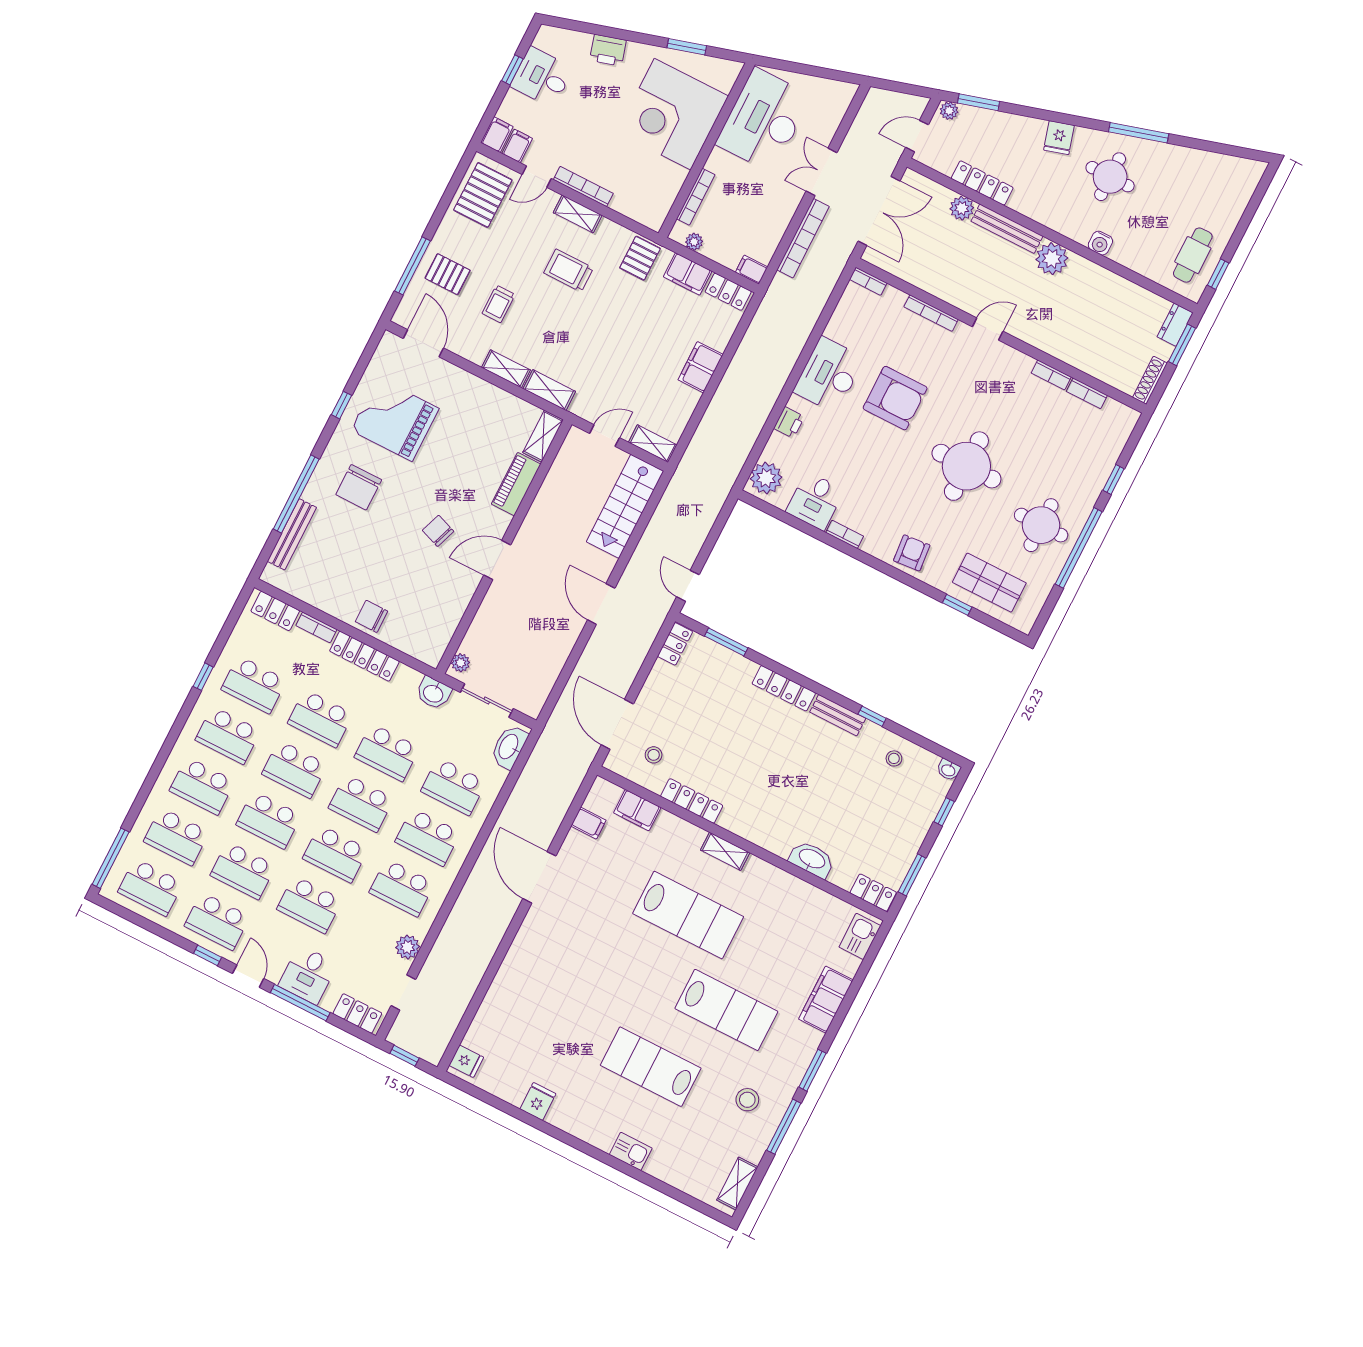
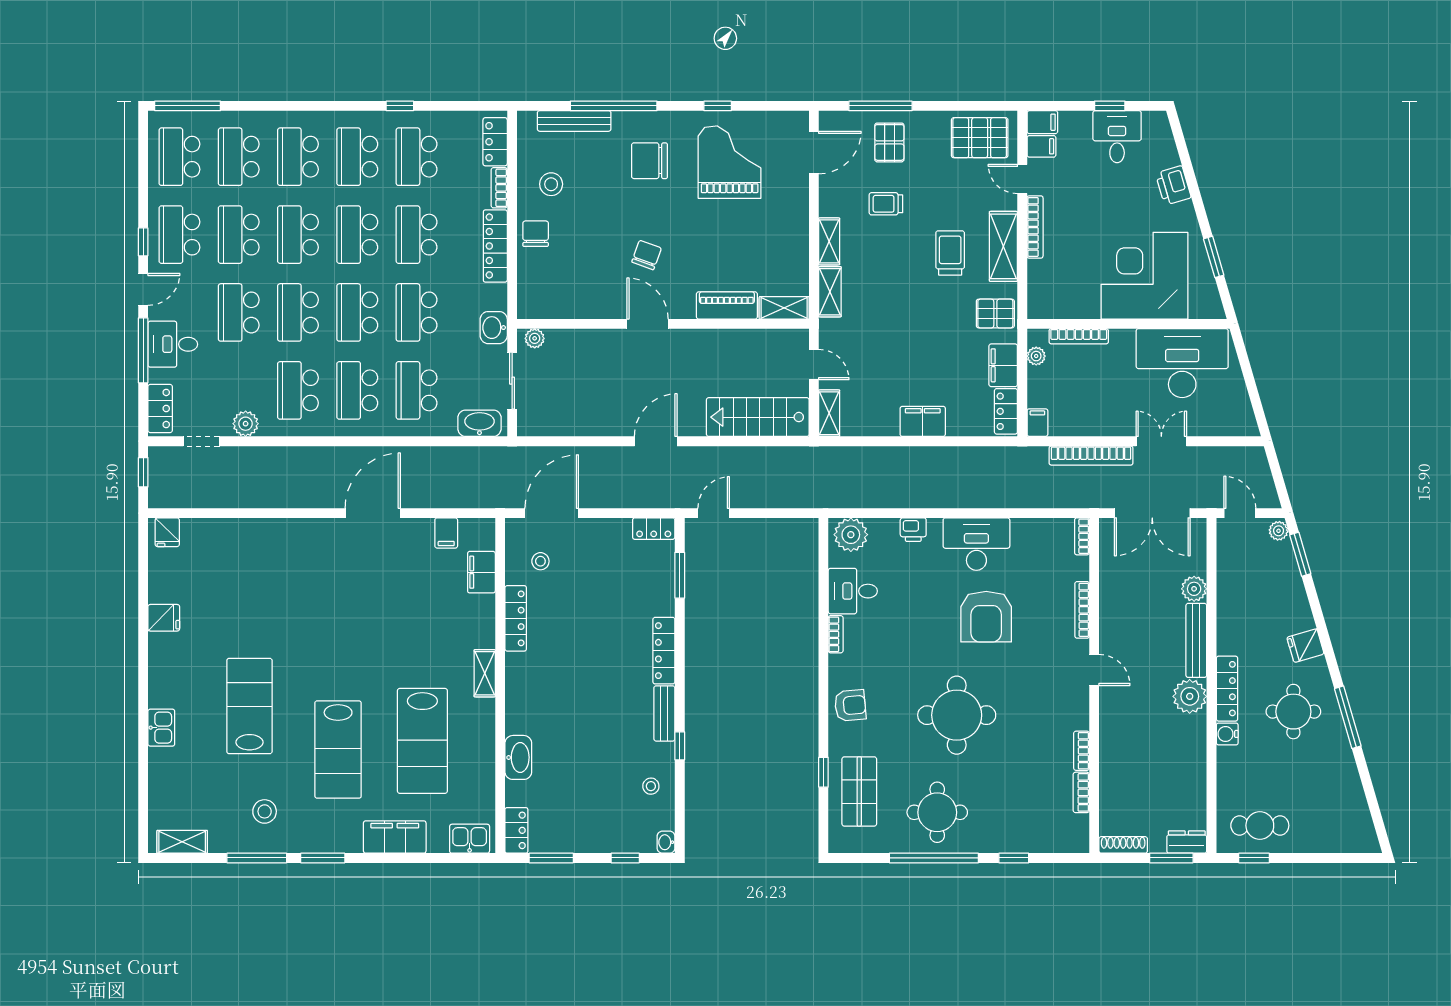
locker: (982, 183) -> (1227, 689), moved
shelving: (578, 214) -> (1003, 246), width x1.50, depth x1.33
stool: (336, 582) -> (551, 184), added
lab bench: (688, 915) -> (422, 741), moved

